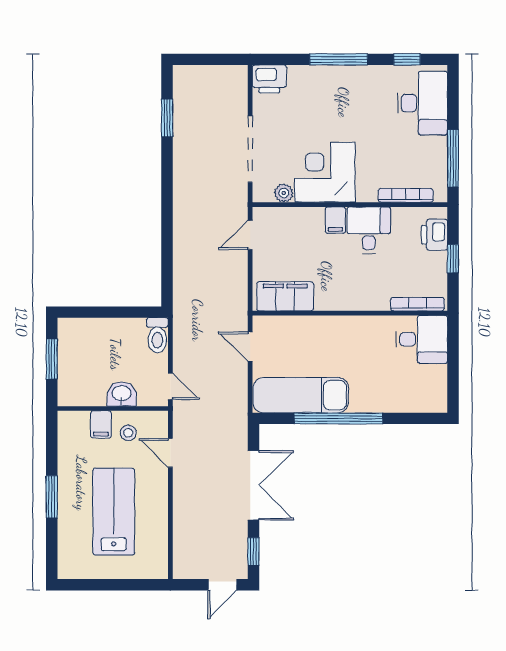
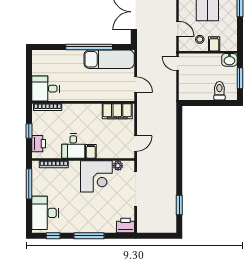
toilet: (157, 335) -> (219, 91), moved
washbasin: (122, 394) -> (229, 60), moved

